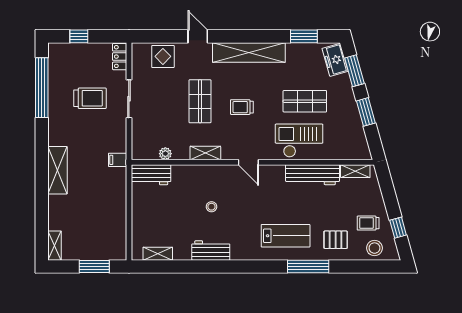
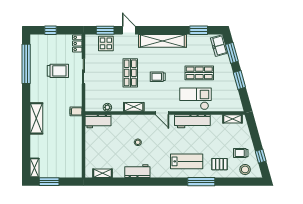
window: (162, 36) -> (105, 30), added
workbench: (313, 175) -> (192, 121), moved
window: (94, 266) -> (49, 182), moved

